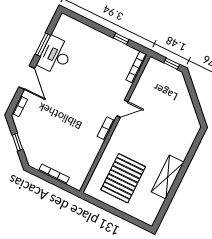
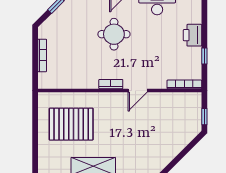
printer: (99, 40) -> (192, 35), added
round table: (66, 105) -> (114, 34), added
door: (122, 109) -> (138, 90), hinge flipped

